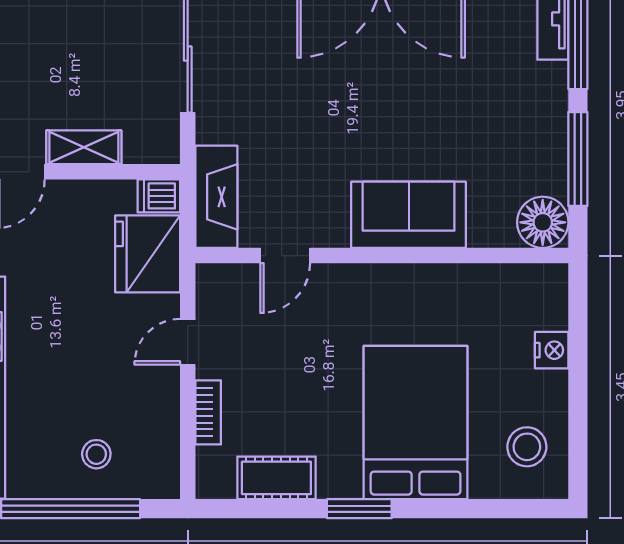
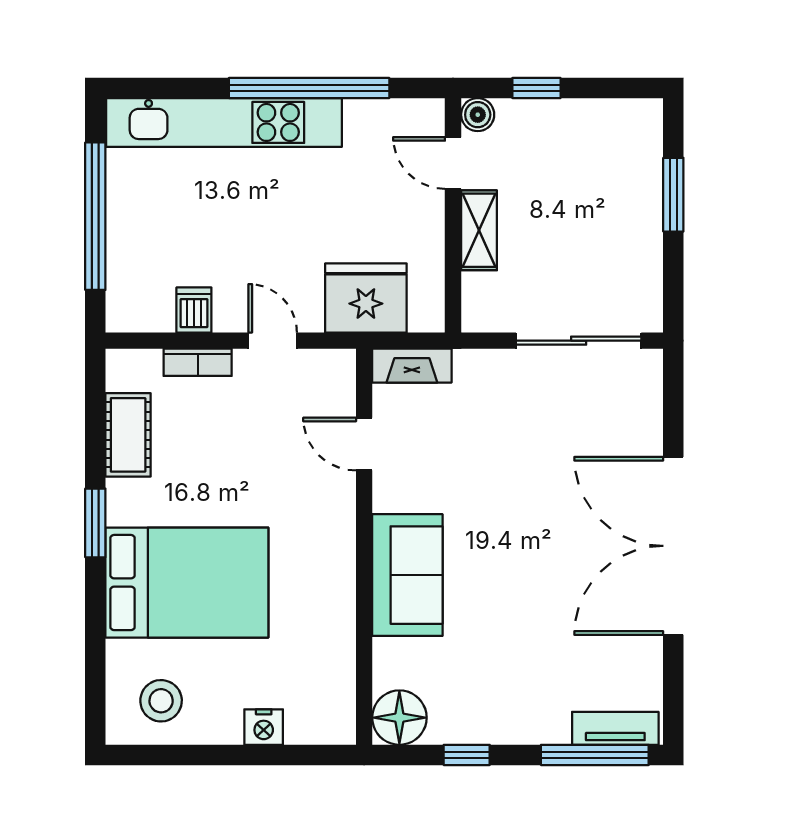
window: (578, 159) -> (467, 755), width x0.46
dishwasher: (159, 196) -> (194, 310), moved
fireplace: (216, 197) -> (412, 366), width x0.73, depth x0.76
stool: (96, 454) -> (153, 244), removed

